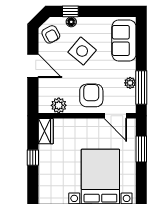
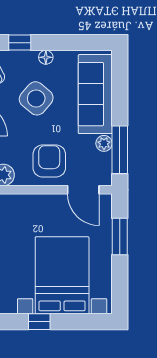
floor lamp: (71, 22) -> (46, 57), moved
sofa: (124, 40) -> (95, 94), width x1.36

